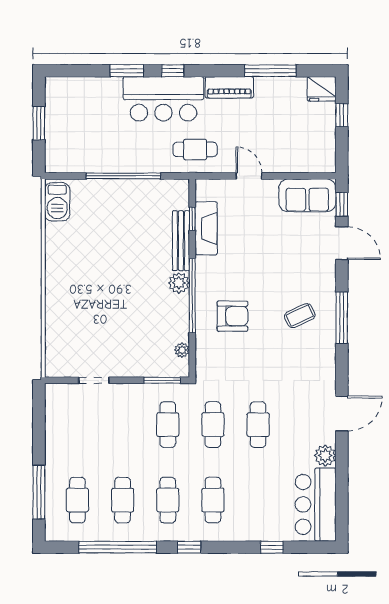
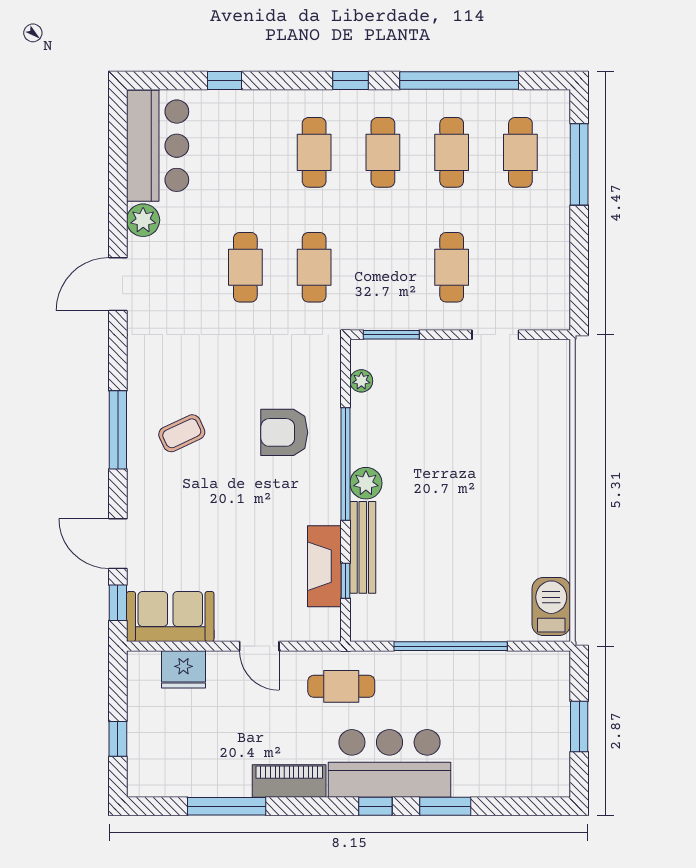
fridge: (322, 89) -> (183, 669), moved, turned 180
cafe table: (168, 425) -> (452, 267), moved

